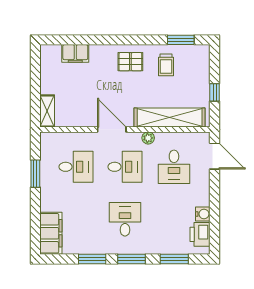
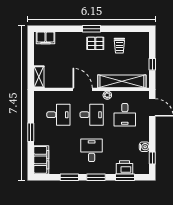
window: (181, 40) -> (91, 29), moved
filing cabinet: (75, 53) -> (45, 38), moved
window: (35, 174) -> (31, 132), moved
window: (215, 231) -> (152, 158), added
printer: (200, 234) -> (125, 167), moved, turned 90

